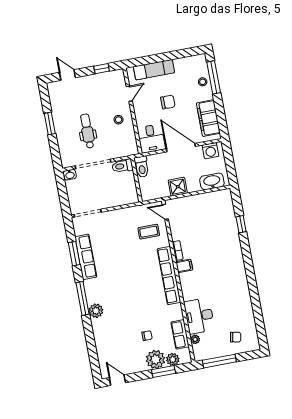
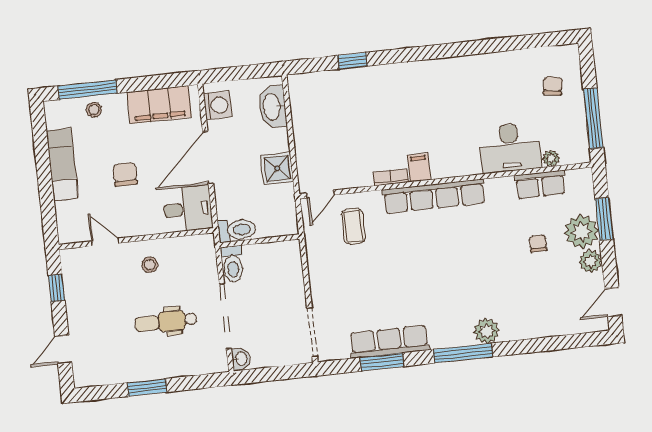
exam couch: (154, 70) -> (62, 164), moved
plant: (173, 359) -> (590, 261), moved

